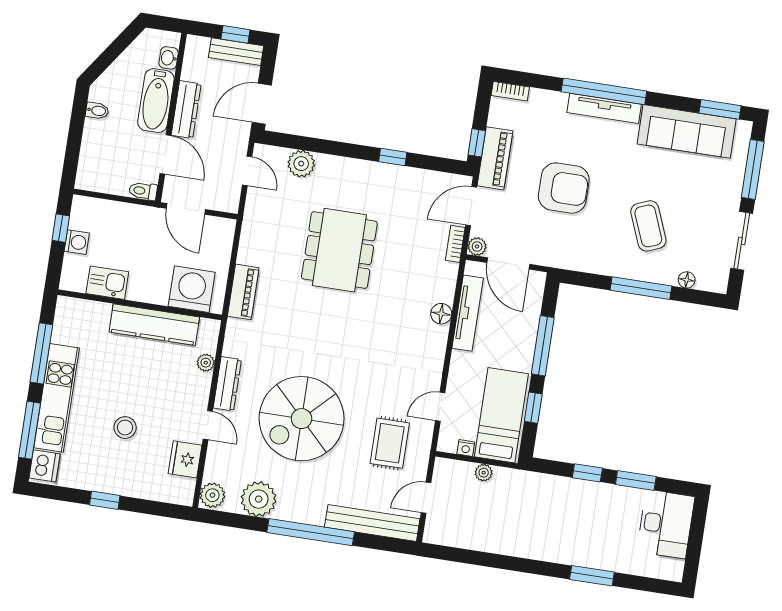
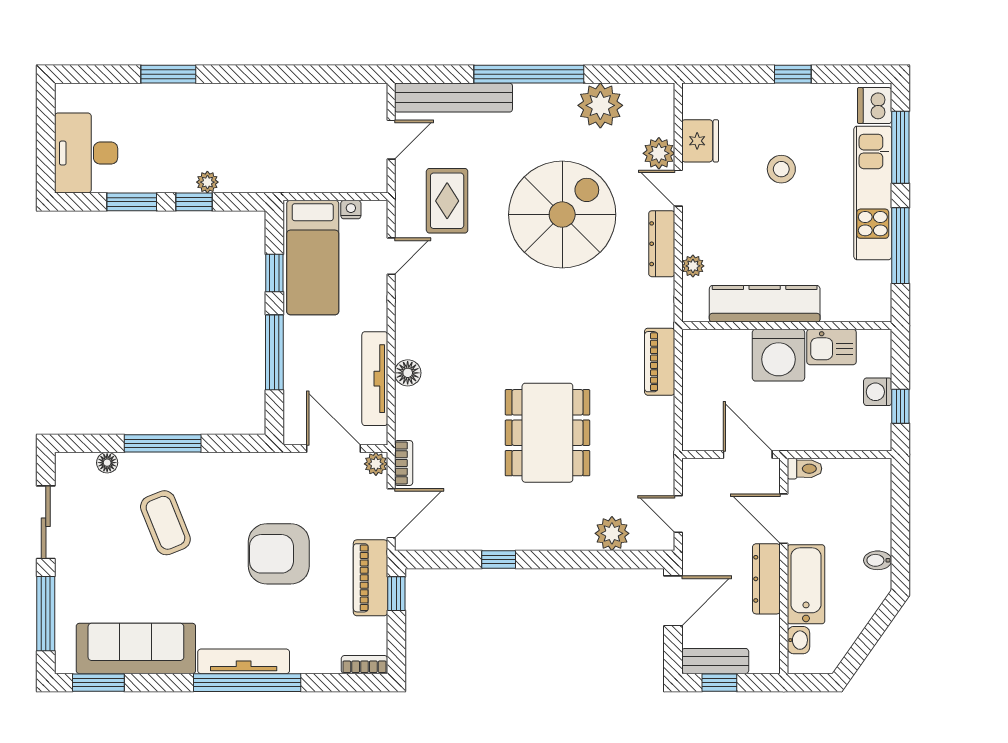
washing machine: (192, 289) -> (778, 355), moved
plant: (484, 473) -> (207, 182), moved
plant: (212, 495) -> (659, 153), moved

